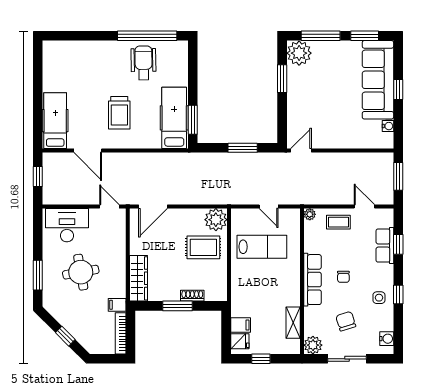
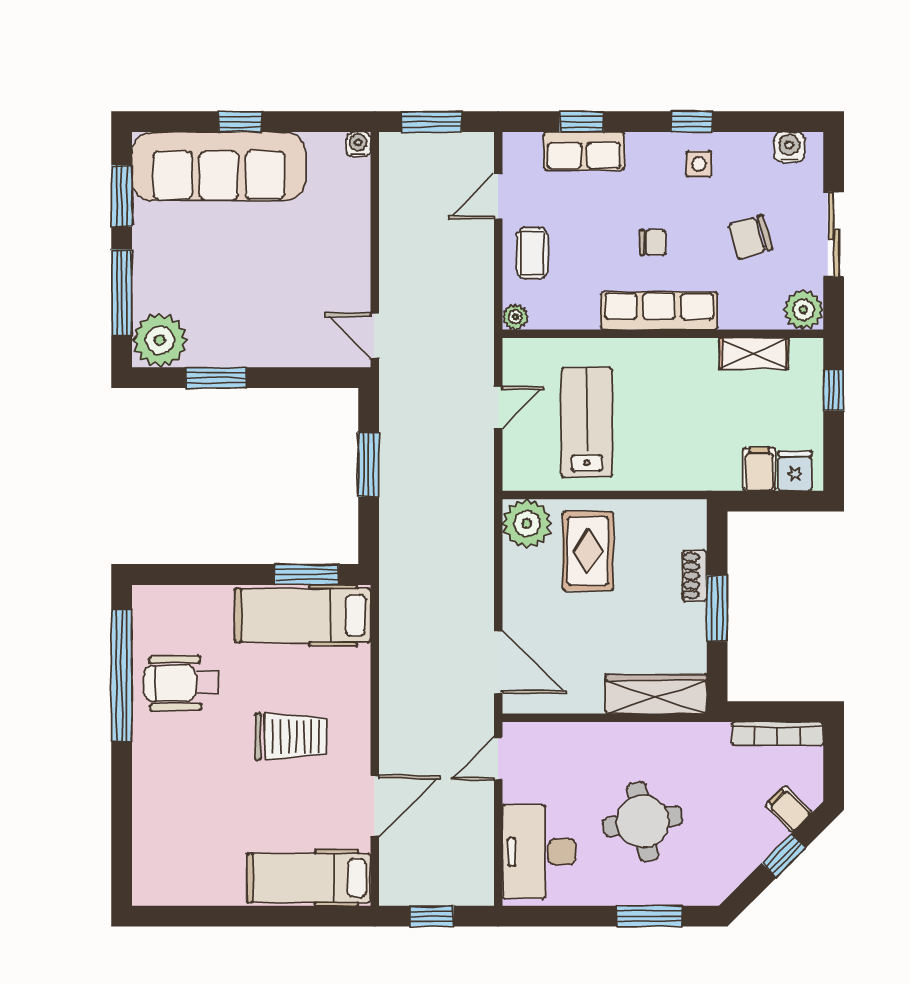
water cooler: (388, 126) -> (358, 144), moved
filing cabinet: (117, 305) -> (788, 809), moved, turned 135
window: (261, 359) -> (834, 390), moved

